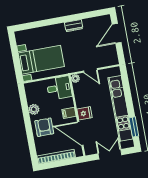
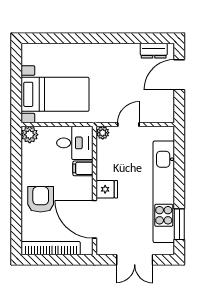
dresser: (74, 26) -> (154, 51), moved
door: (91, 70) -> (128, 125), swing flipped
plant: (34, 109) -> (30, 135), moved
filing cabinet: (69, 113) -> (83, 168), moved
double door: (110, 154) -> (135, 260), swing flipped

